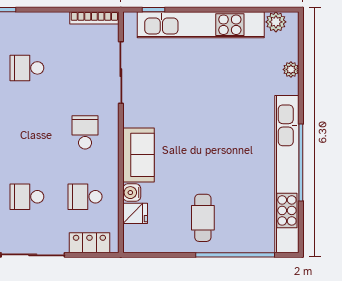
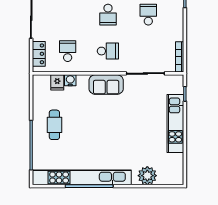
plant: (276, 22) -> (177, 171), removed
kitchen unit: (201, 25) -> (175, 123), width x0.73
plant: (291, 69) -> (147, 176), width x1.88, depth x1.88
sofa: (139, 155) -> (106, 85), moved
school desk: (27, 197) -> (108, 15), moved, turned 180
cafe table: (203, 218) -> (54, 125), turned 90

